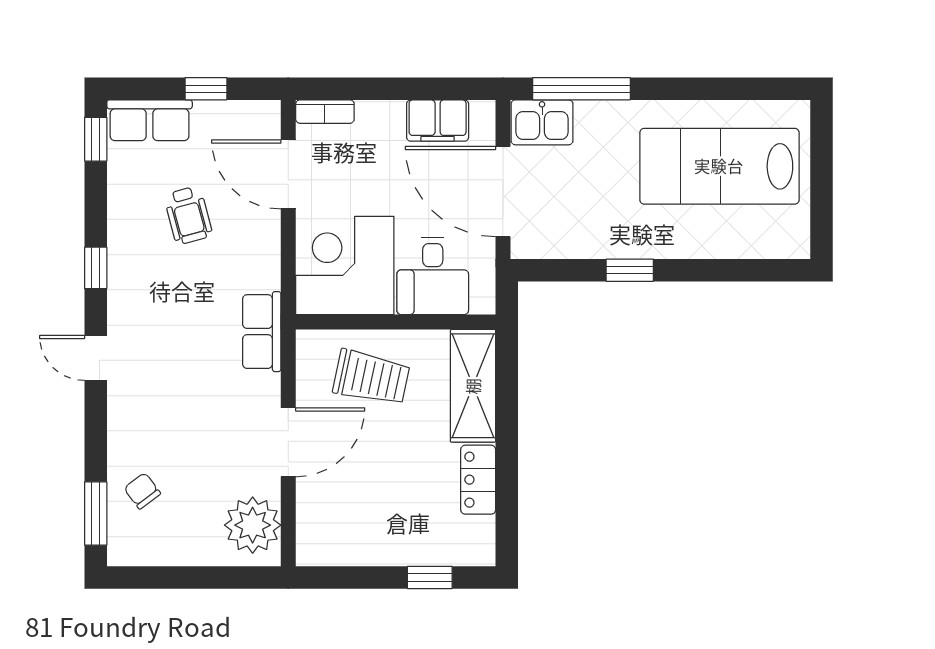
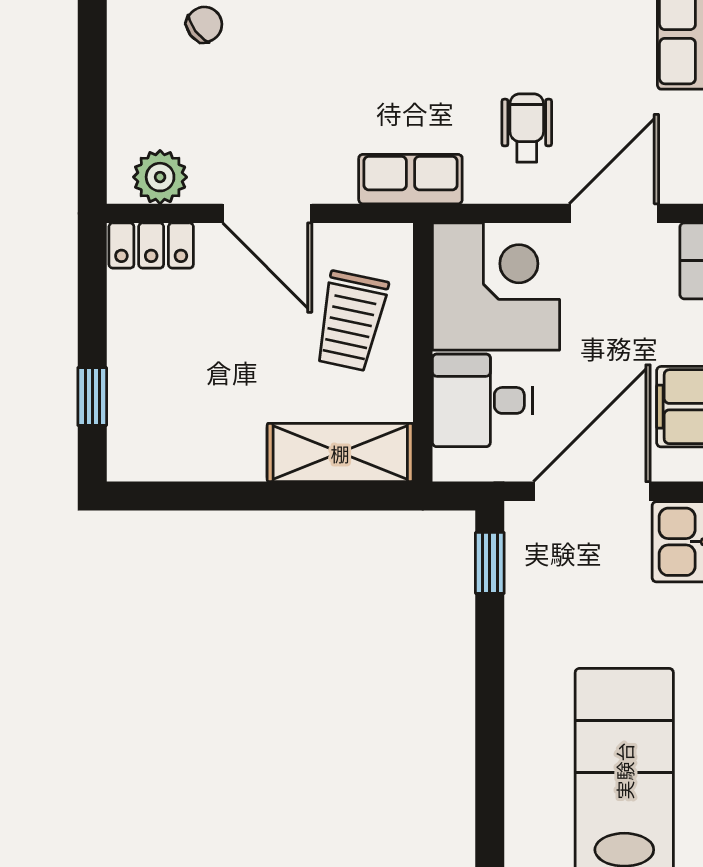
wheelchair: (188, 215) -> (527, 128), moved, turned 105
window: (630, 270) -> (490, 563), moved
locker: (478, 480) -> (151, 246), moved, turned 180
plant: (253, 525) -> (160, 177), width x0.73, depth x0.73

